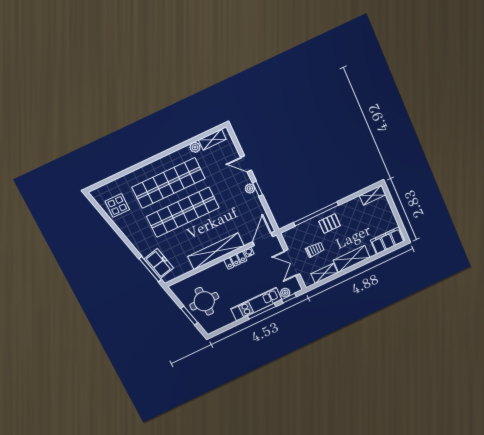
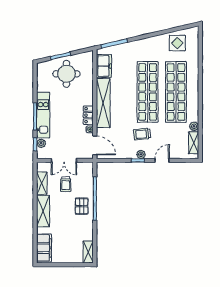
trolley: (229, 197) -> (142, 134), added
double door: (292, 263) -> (64, 160), swing flipped
freezer: (159, 264) -> (104, 66), moved, turned -77

